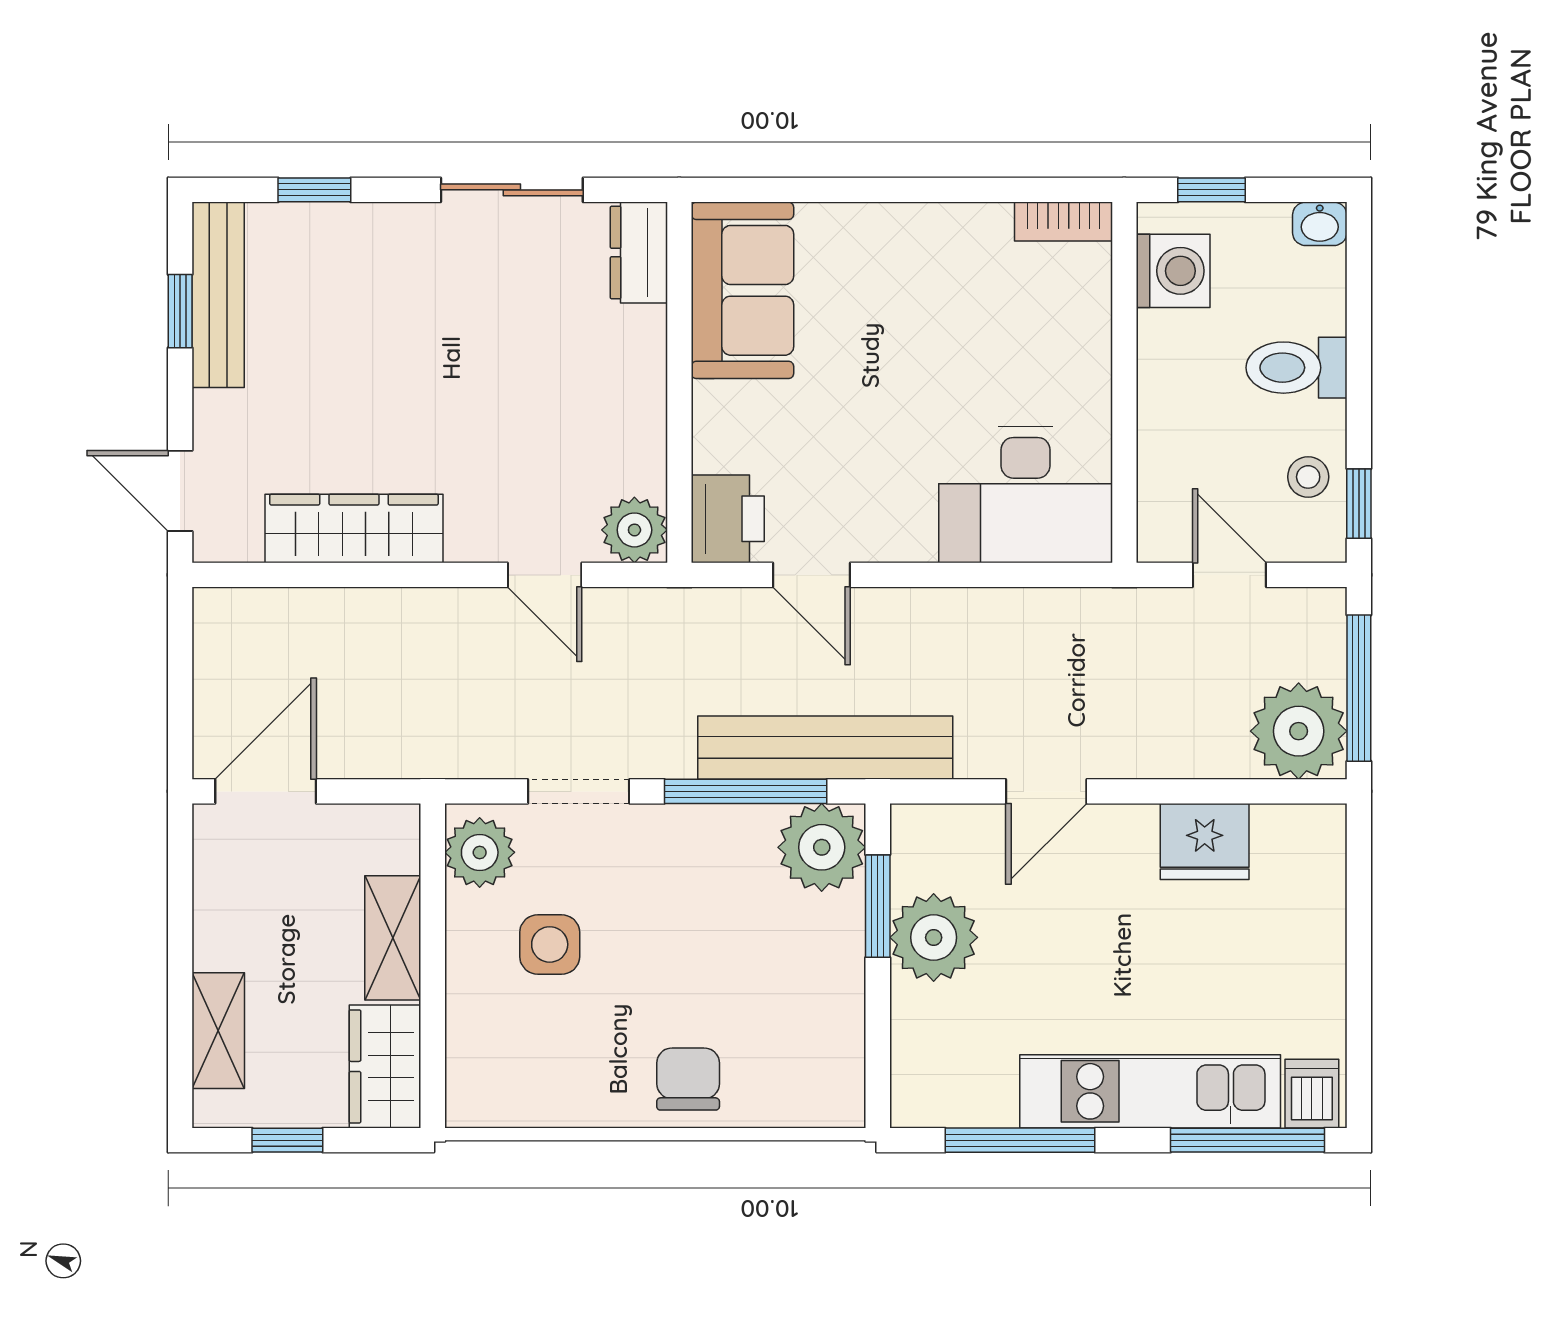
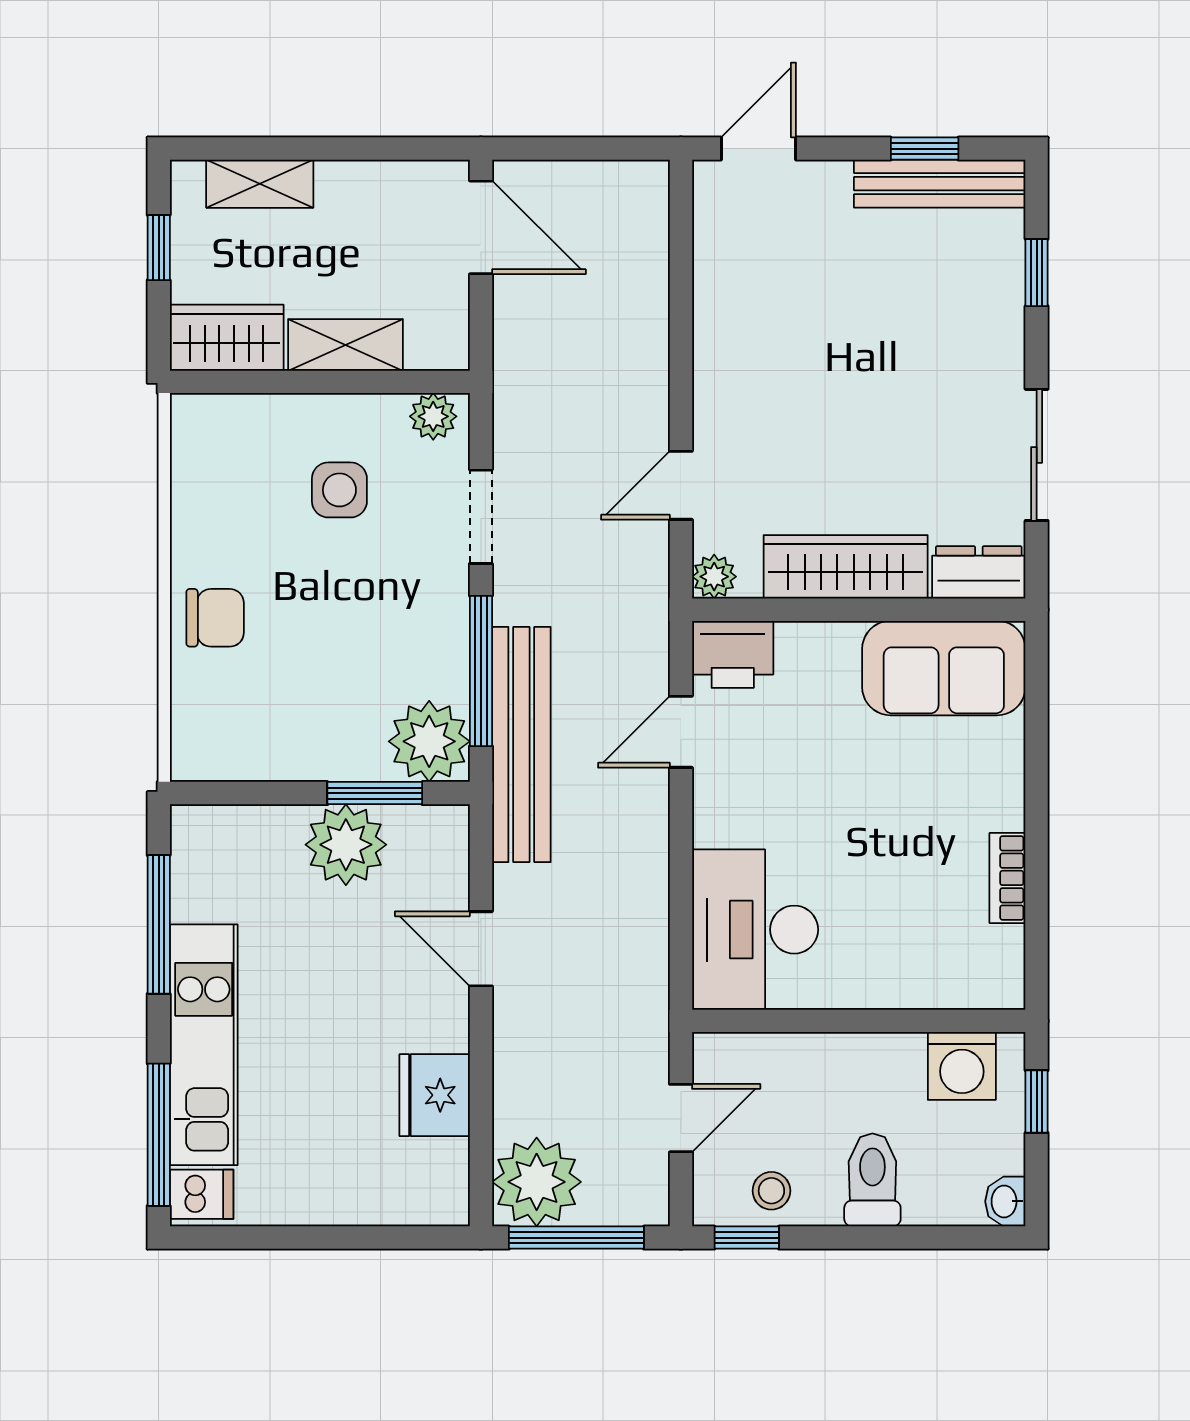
bookcase: (1063, 221) -> (1007, 878), moved
wardrobe: (354, 528) -> (846, 567), moved, turned -90
plant: (634, 530) -> (714, 577), width x0.73, depth x0.73
plant: (480, 852) -> (433, 416), width x0.73, depth x0.73

